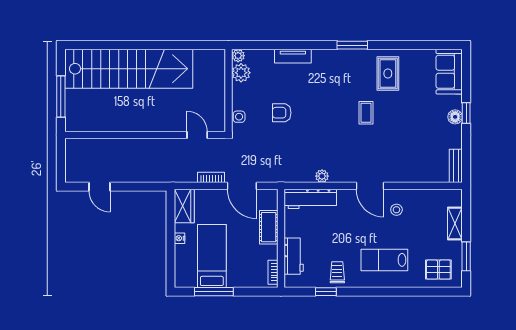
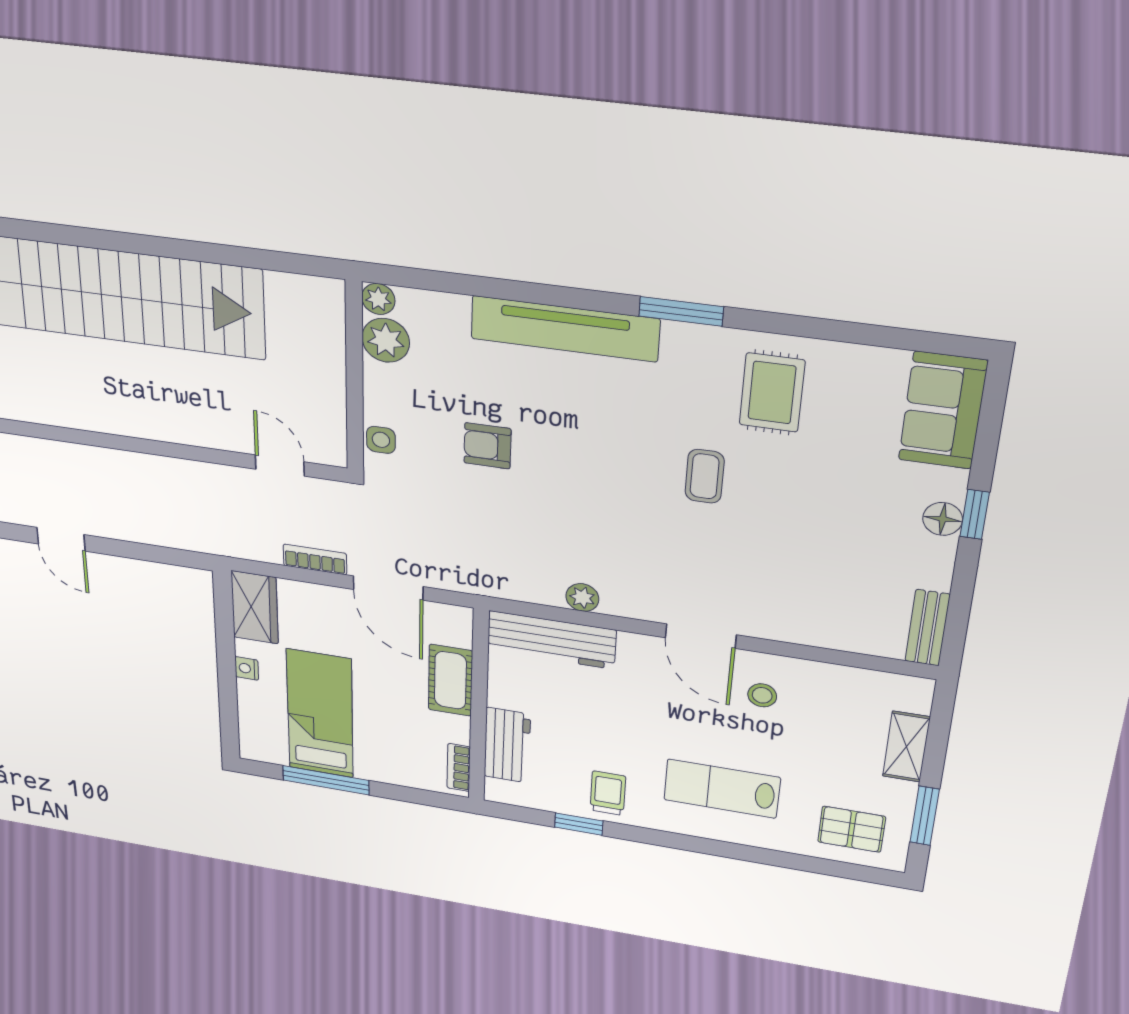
tv unit: (293, 56) -> (565, 329), width x1.92, depth x1.29

